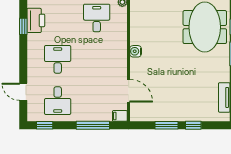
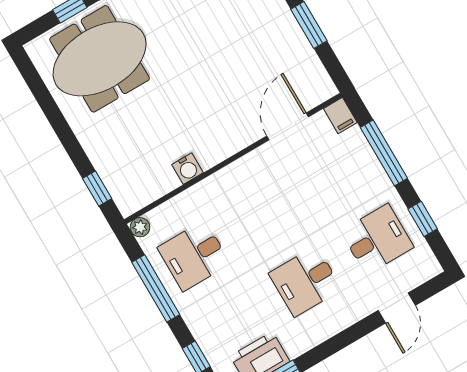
water cooler: (136, 51) -> (187, 169), moved
window: (45, 125) -> (423, 219), moved

